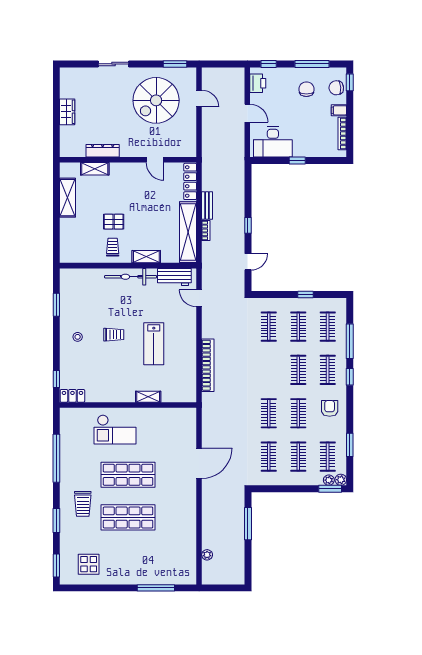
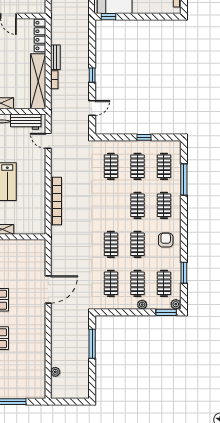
window: (297, 160) -> (109, 17), moved
window: (350, 377) -> (184, 211), removed
plant: (329, 480) -> (142, 305), moved

